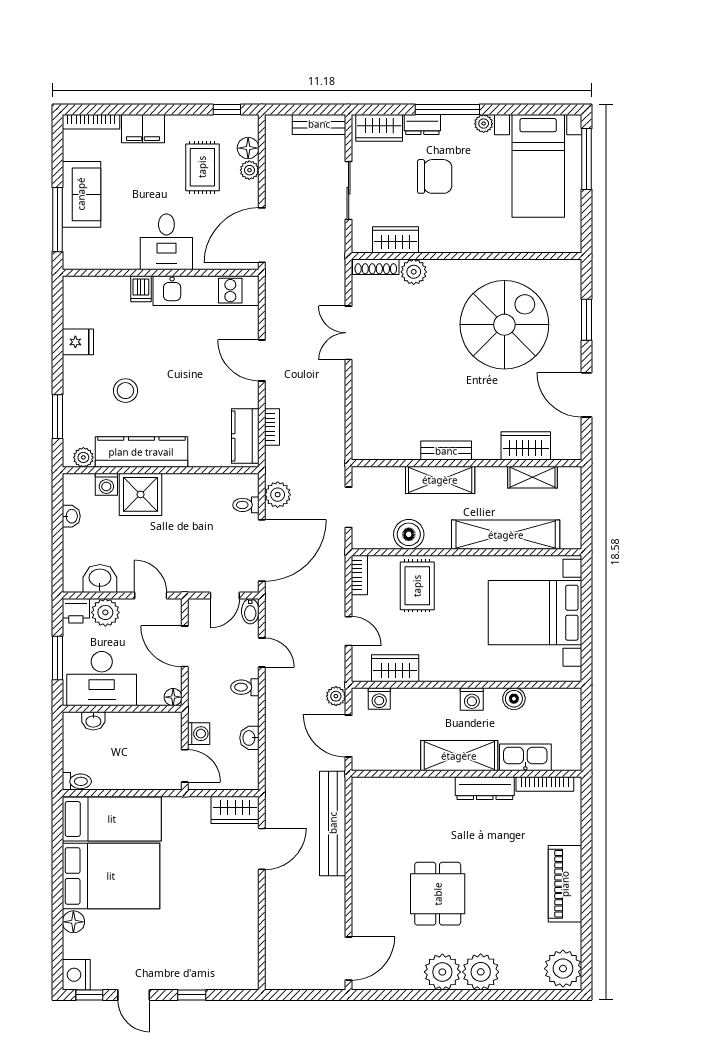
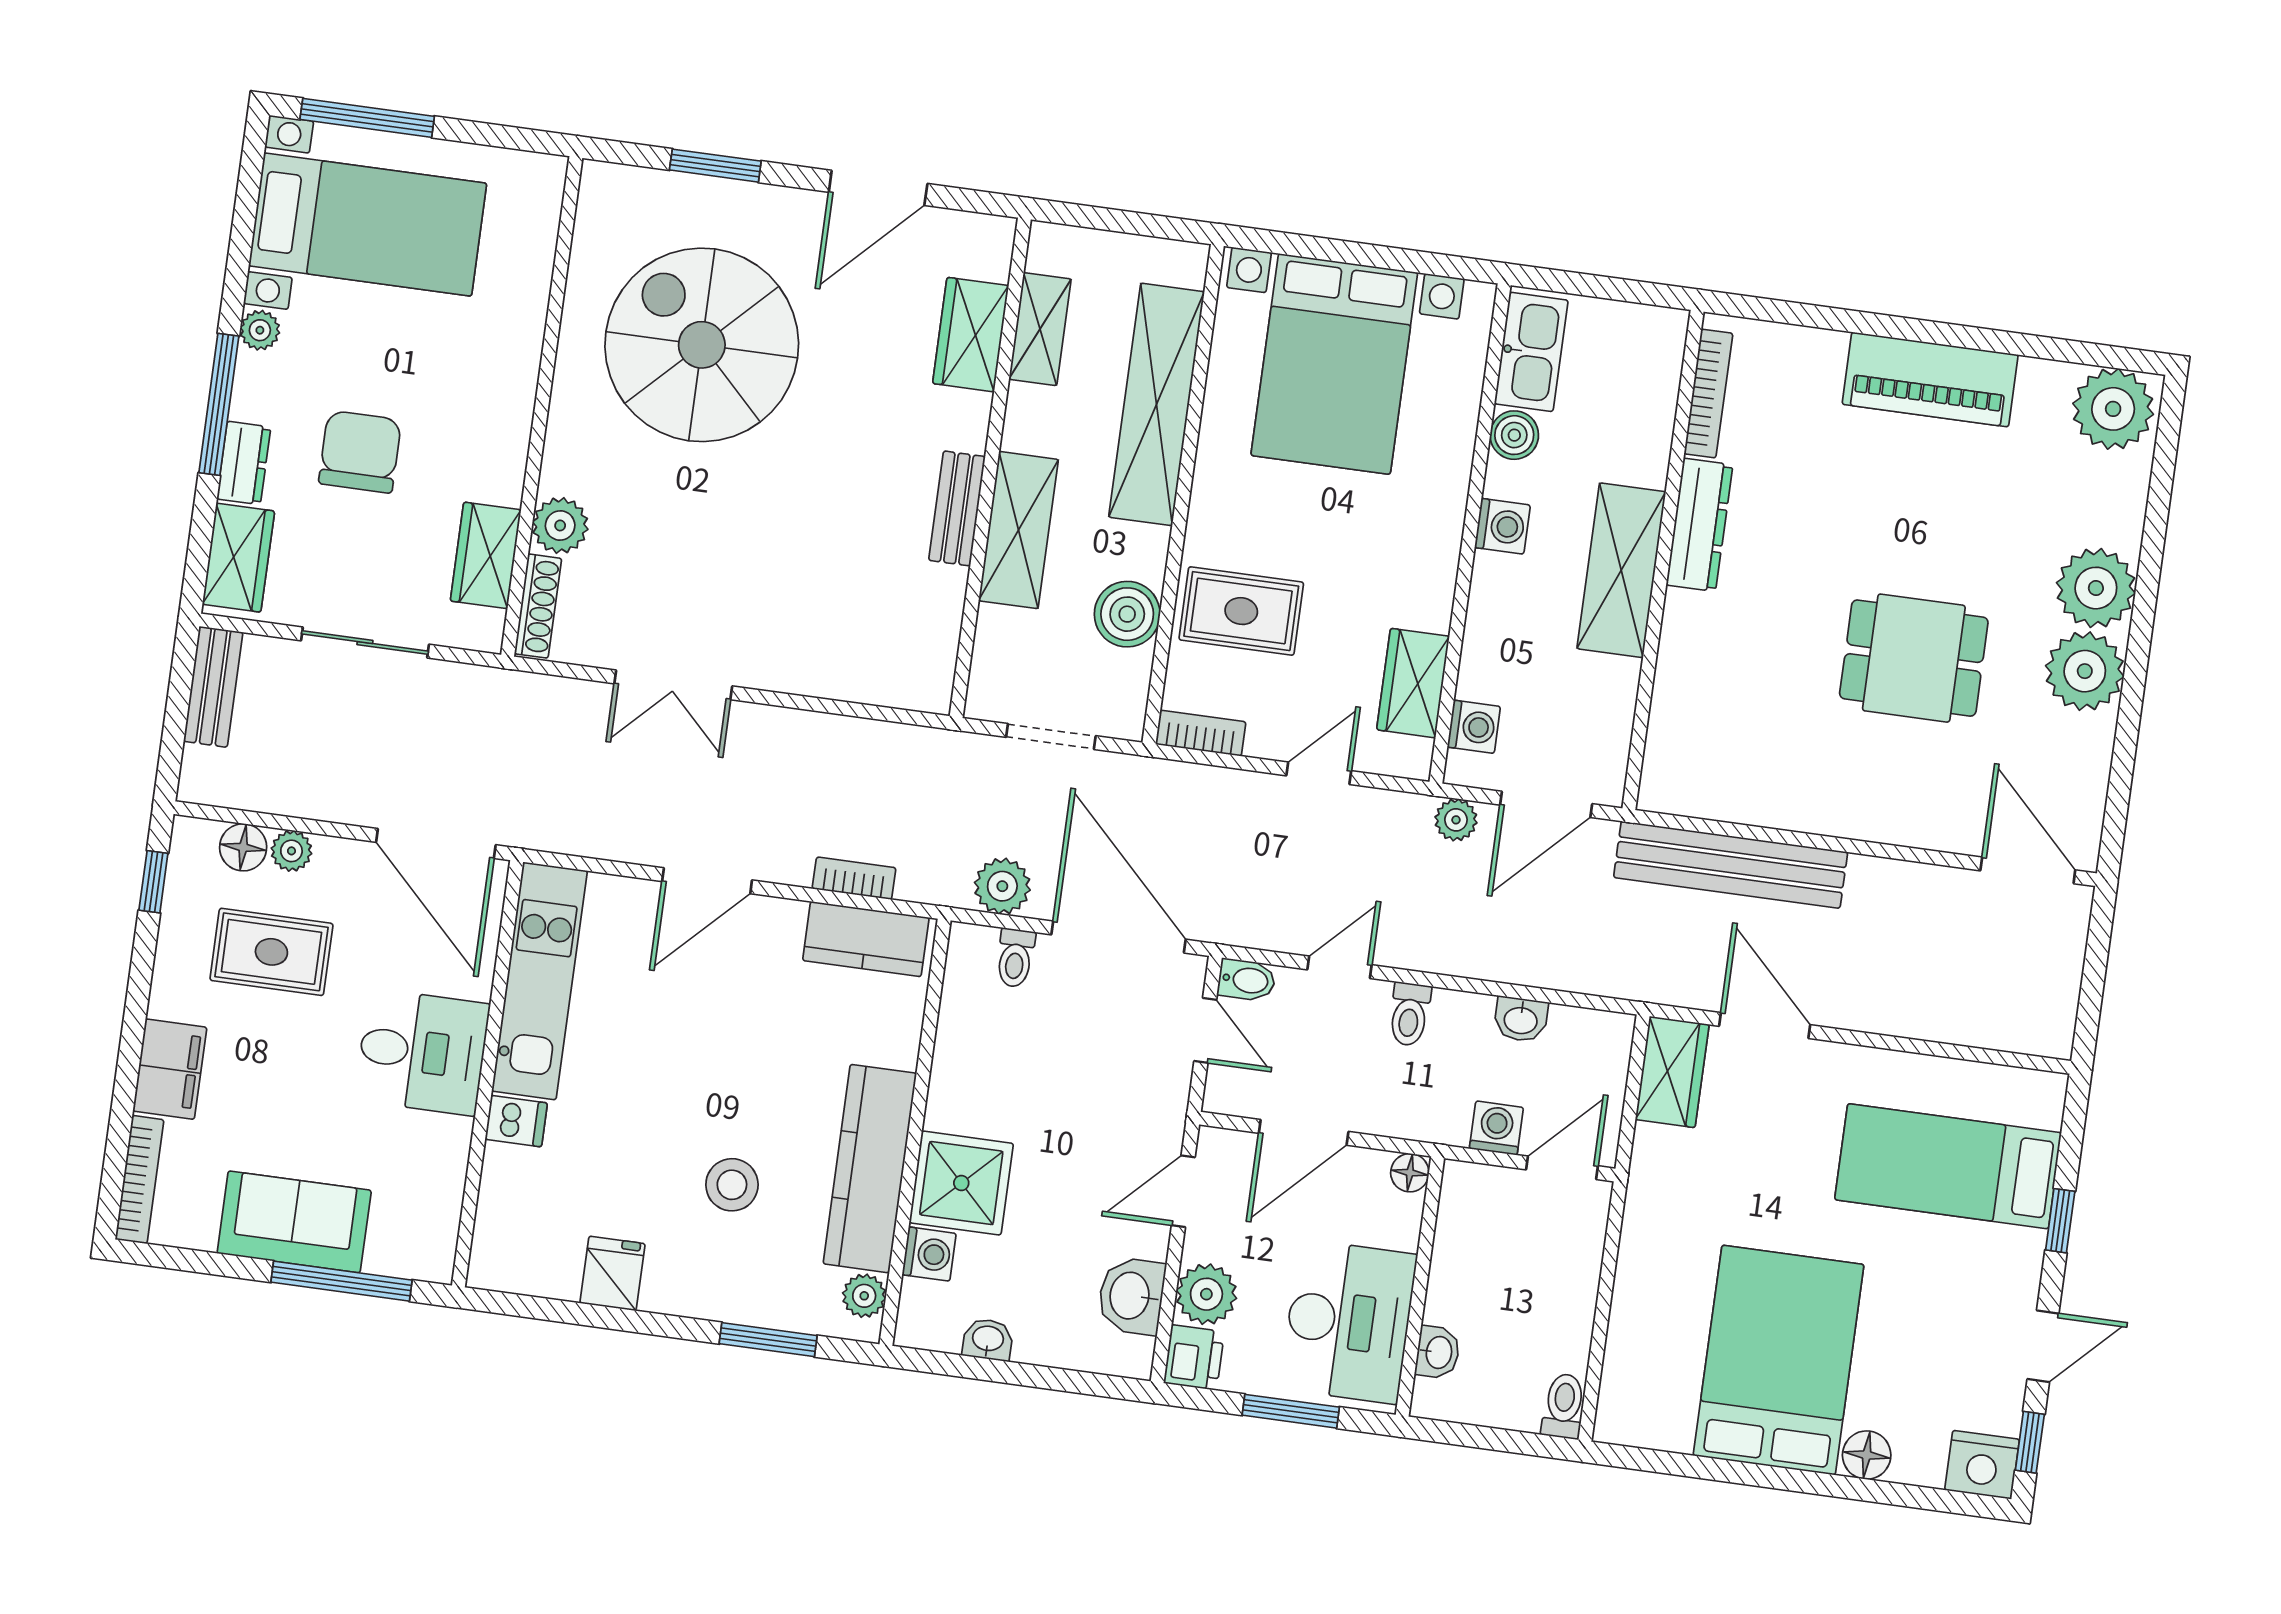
kitchen sink: (525, 757) -> (1531, 352), moved, turned 180
bed: (112, 819) -> (1948, 1166), moved, turned -90

